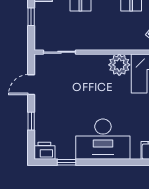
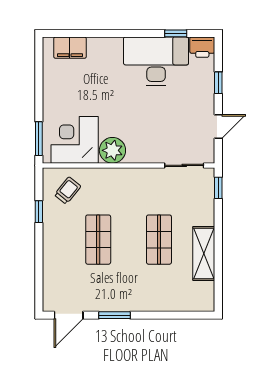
window: (31, 17) -> (218, 188), moved
desk: (103, 139) -> (156, 61), moved

